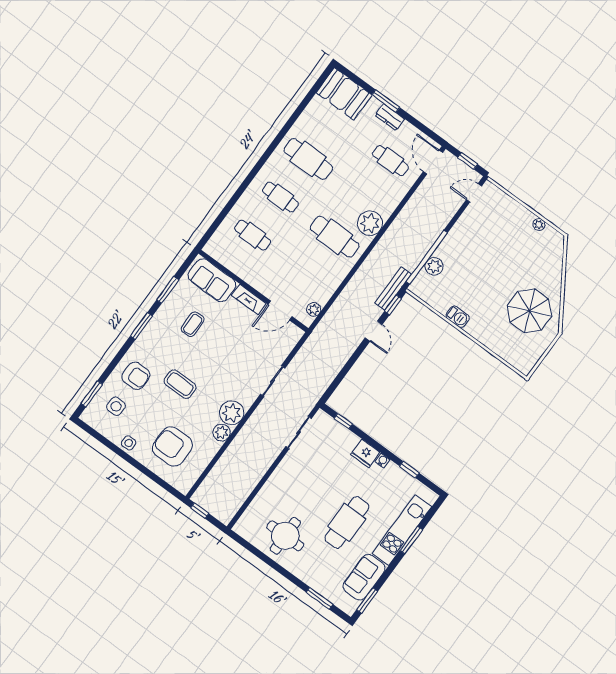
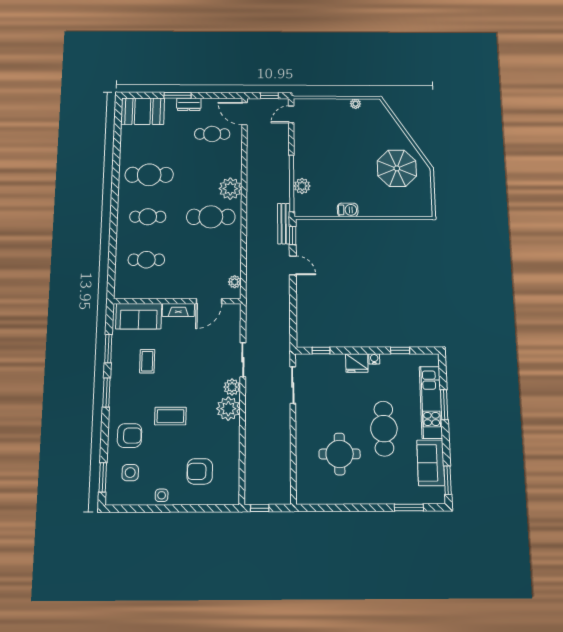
plant: (222, 432) -> (232, 387), moved
armchair: (172, 446) -> (200, 471), width x0.73, depth x0.73
round table: (285, 536) -> (340, 454), moved

